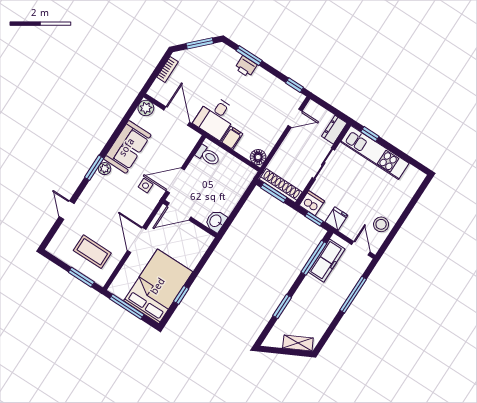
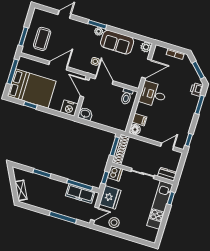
printer: (246, 67) -> (196, 89), moved
door: (295, 118) -> (167, 146), swing flipped
filing cabinet: (232, 138) -> (139, 120), moved
fridge: (336, 219) -> (110, 197), width x1.88, depth x1.34
nightstand: (201, 241) -> (69, 108), added

